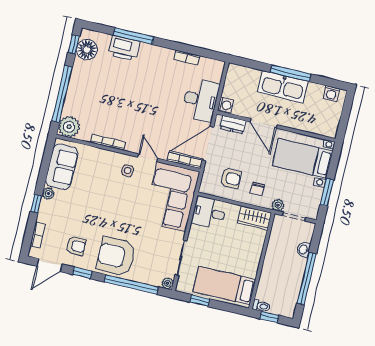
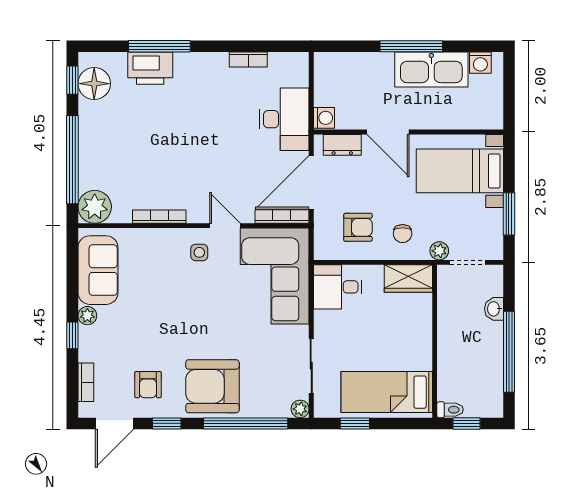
kitchen sink: (283, 87) -> (431, 69), moved
armchair: (76, 246) -> (148, 385), turned 90

